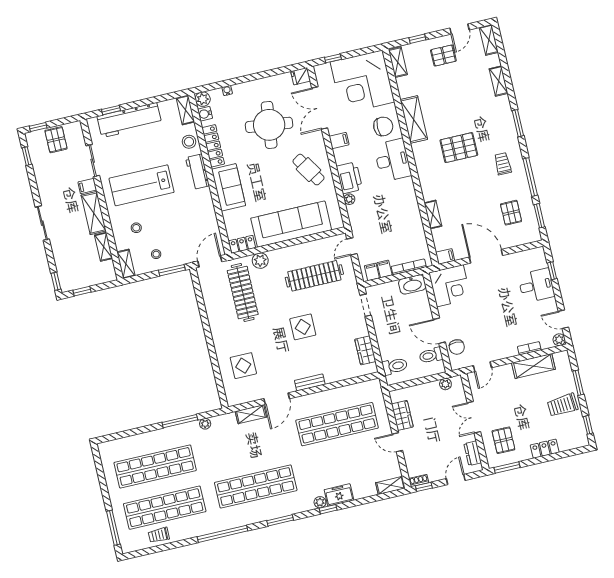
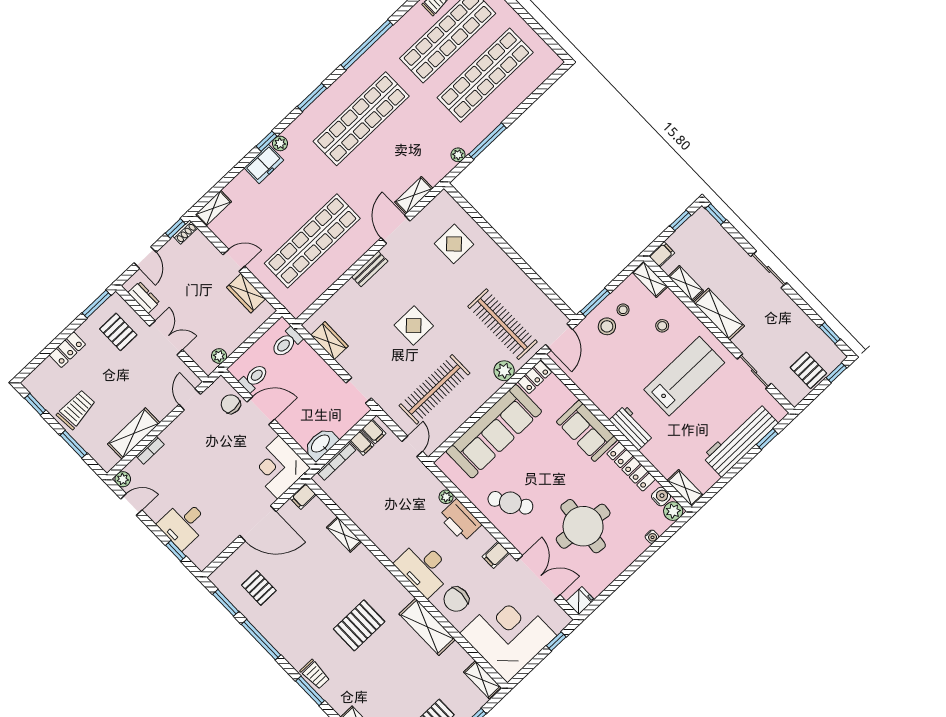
stool: (189, 142) -> (607, 326), moved
trolley: (503, 164) -> (315, 674), moved
filing cabinet: (87, 186) -> (662, 254), moved

